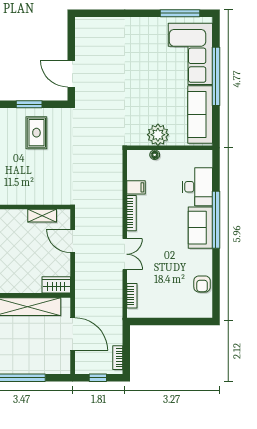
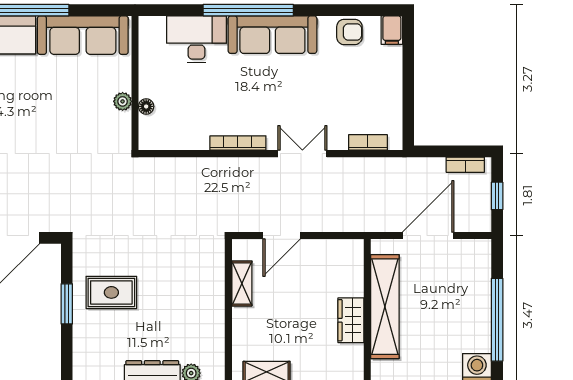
plant: (158, 135) -> (123, 101), width x0.53, depth x0.53
filing cabinet: (136, 187) -> (392, 30), moved, turned 180
sofa: (200, 228) -> (272, 35), width x1.36
wardrobe: (56, 285) -> (351, 320), moved

